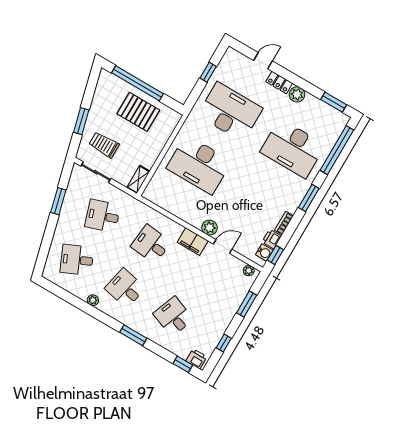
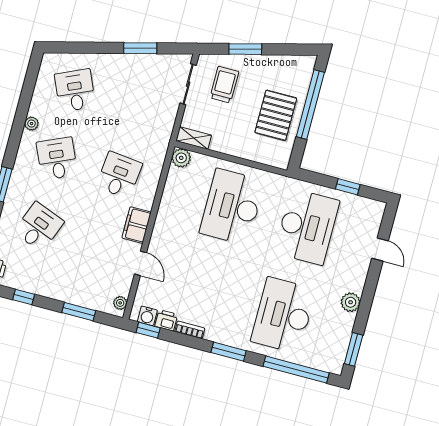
locker: (279, 82) -> (359, 277), removed
desk: (103, 216) -> (137, 107), removed
plant: (209, 228) -> (181, 158), moved
desk: (125, 288) -> (57, 159), turned -36

